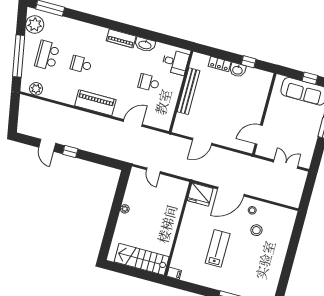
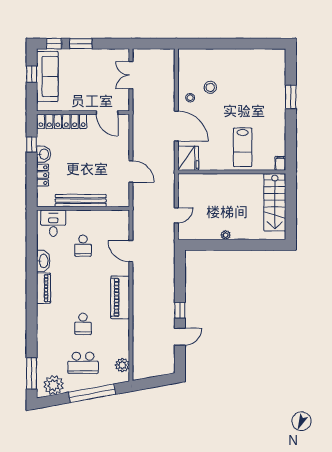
locker: (262, 94) -> (62, 121), added
lab bench: (218, 248) -> (243, 147), moved, turned -90

